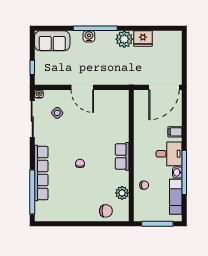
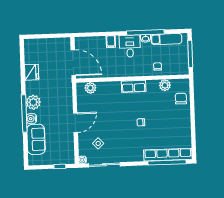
plant: (124, 39) -> (33, 102), moved
sofa: (52, 41) -> (36, 139), moved
door: (164, 87) -> (73, 63), moved
plant: (122, 106) -> (90, 88), added
row of seats: (41, 173) -> (168, 155), moved

